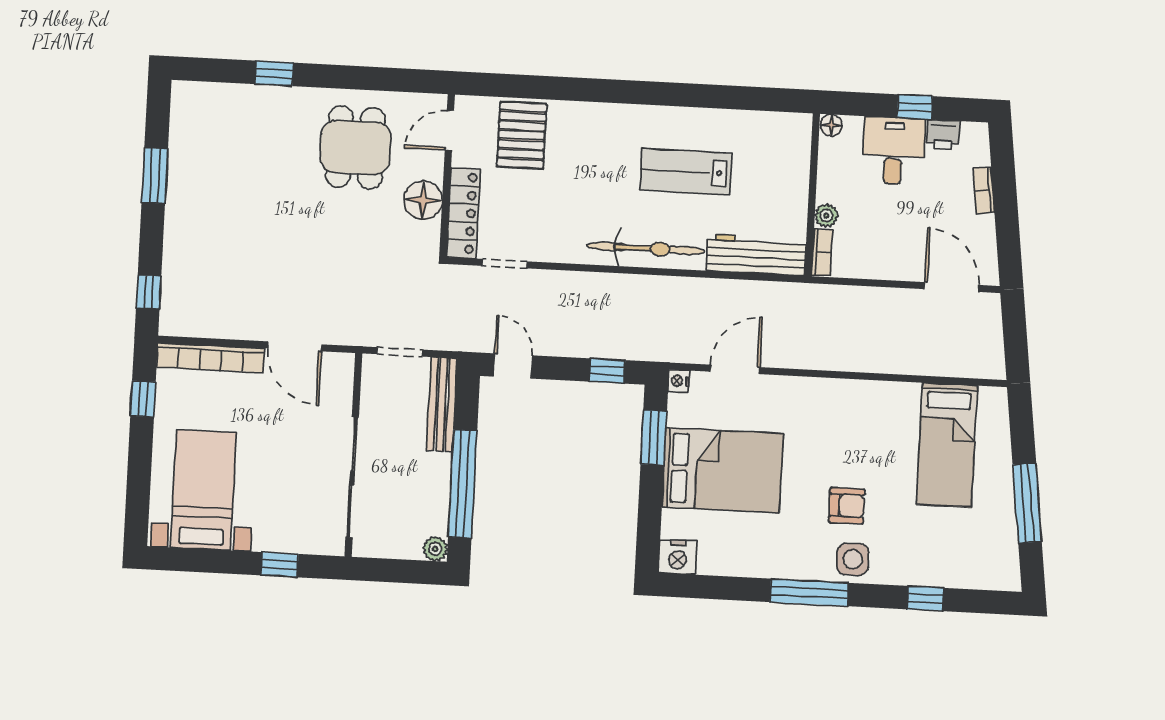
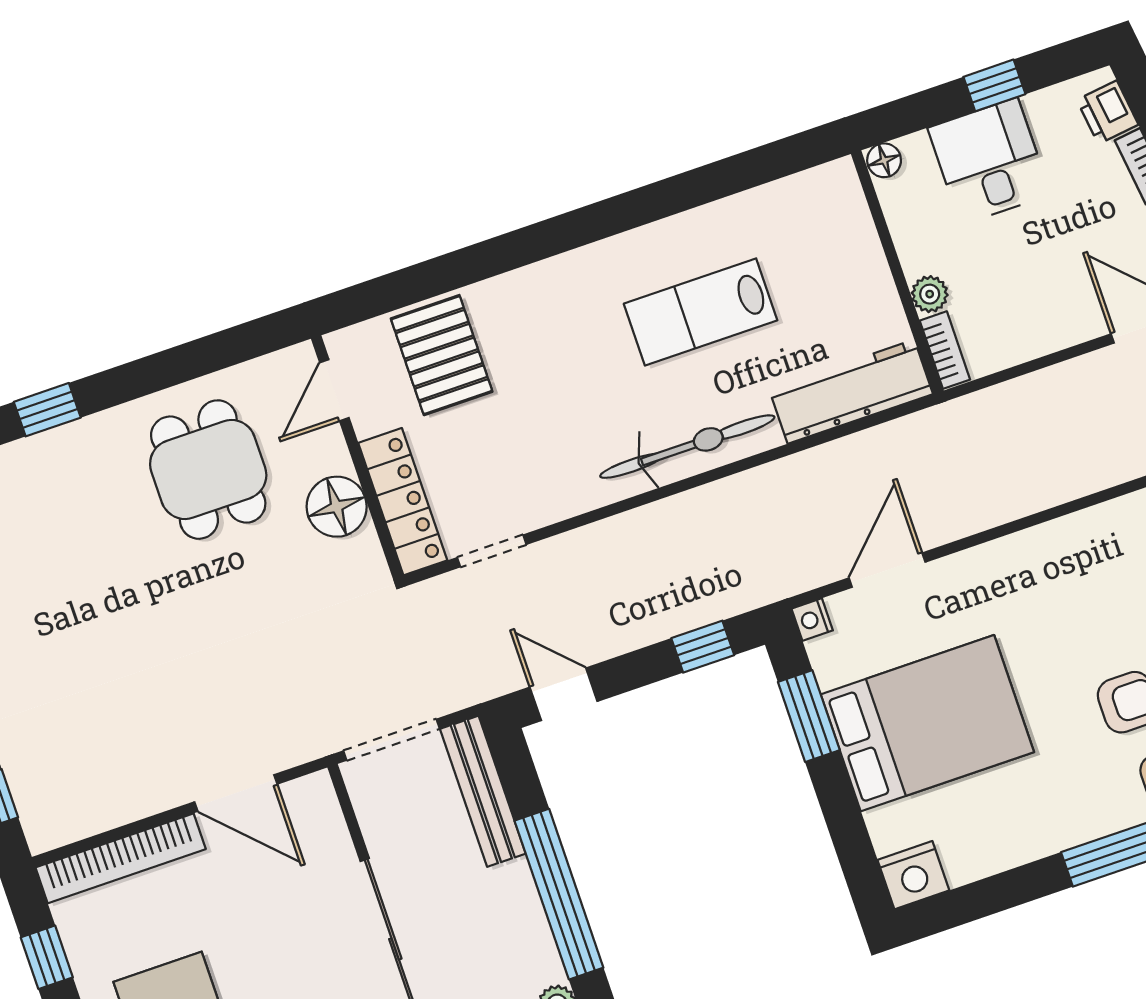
printer: (943, 135) -> (1108, 112), moved, turned 83
doorway: (400, 352) -> (391, 740), width x1.38

